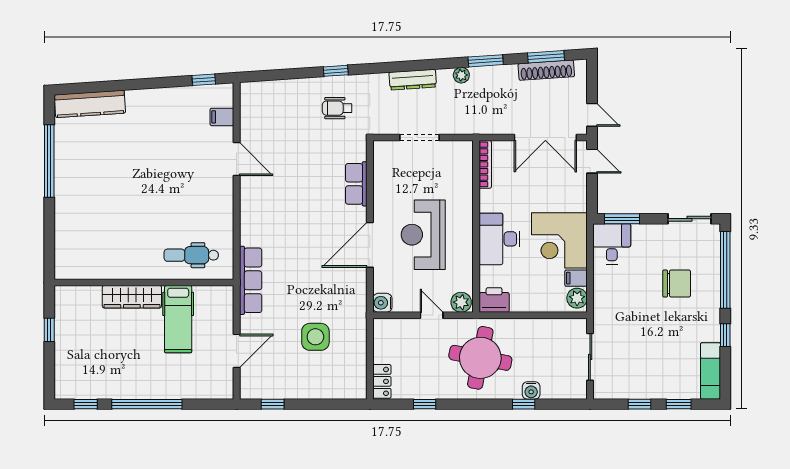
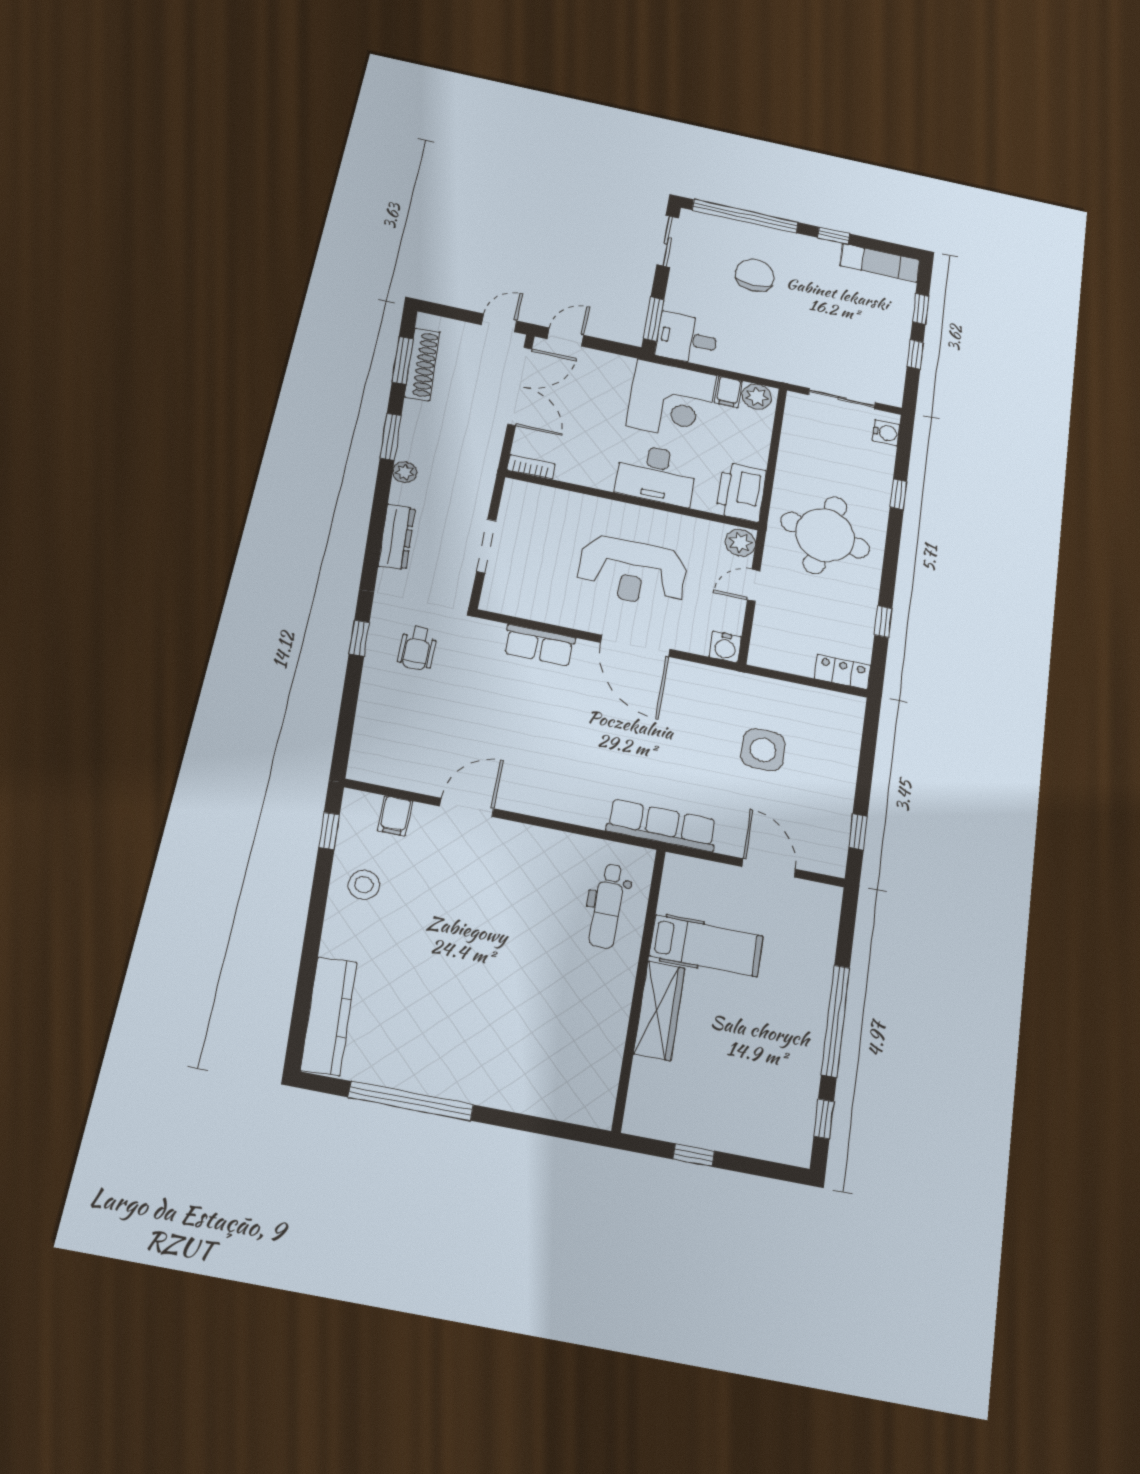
stool: (174, 107) -> (364, 885), added
bookcase: (485, 164) -> (531, 467), width x0.64
printer: (494, 300) -> (741, 492), width x1.37, depth x1.19
water cooler: (531, 390) -> (886, 433), moved

